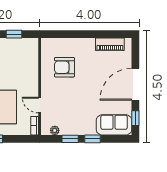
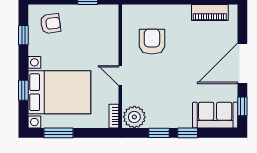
armchair: (64, 67) -> (152, 42), turned 90
door: (40, 105) -> (120, 76), moved
plant: (55, 130) -> (134, 117), width x1.87, depth x1.87

